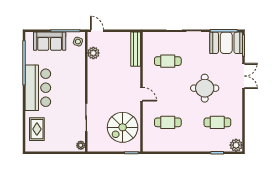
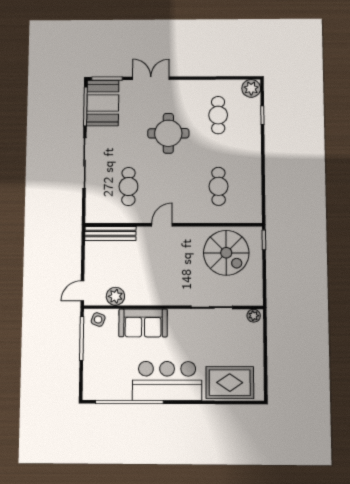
sofa: (50, 41) -> (143, 323), moved, turned 90
door: (142, 94) -> (162, 225), moved
rug: (37, 129) -> (230, 383), width x1.36, depth x1.43

